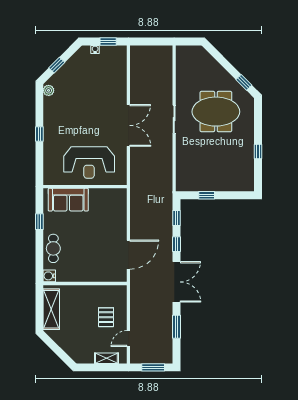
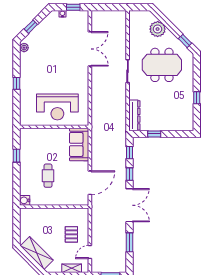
plant: (211, 68) -> (158, 29), added
double door: (128, 125) -> (90, 49), moved
dresser: (182, 173) -> (134, 115), added
sofa: (68, 200) -> (79, 144), moved, turned 90
cafe table: (53, 248) -> (48, 176), moved
shelving: (51, 309) -> (37, 253), moved, turned -45

